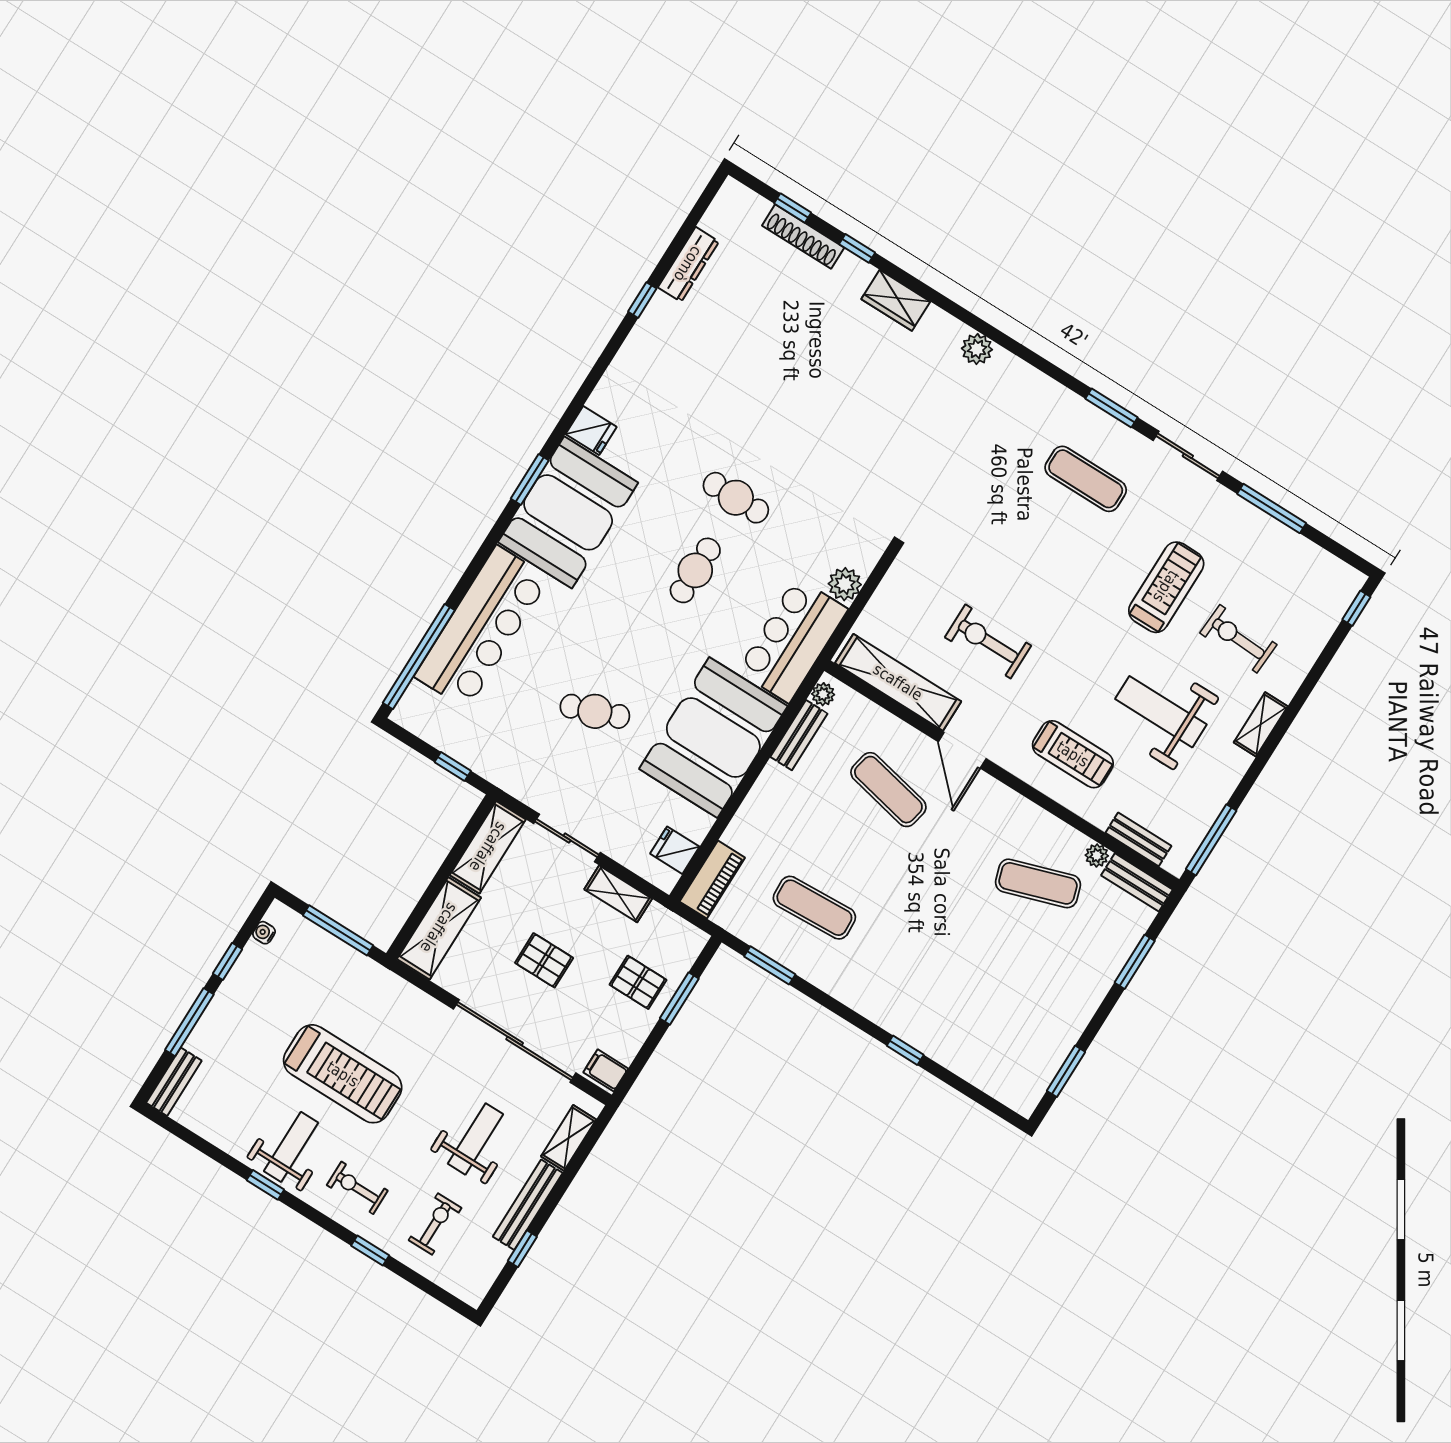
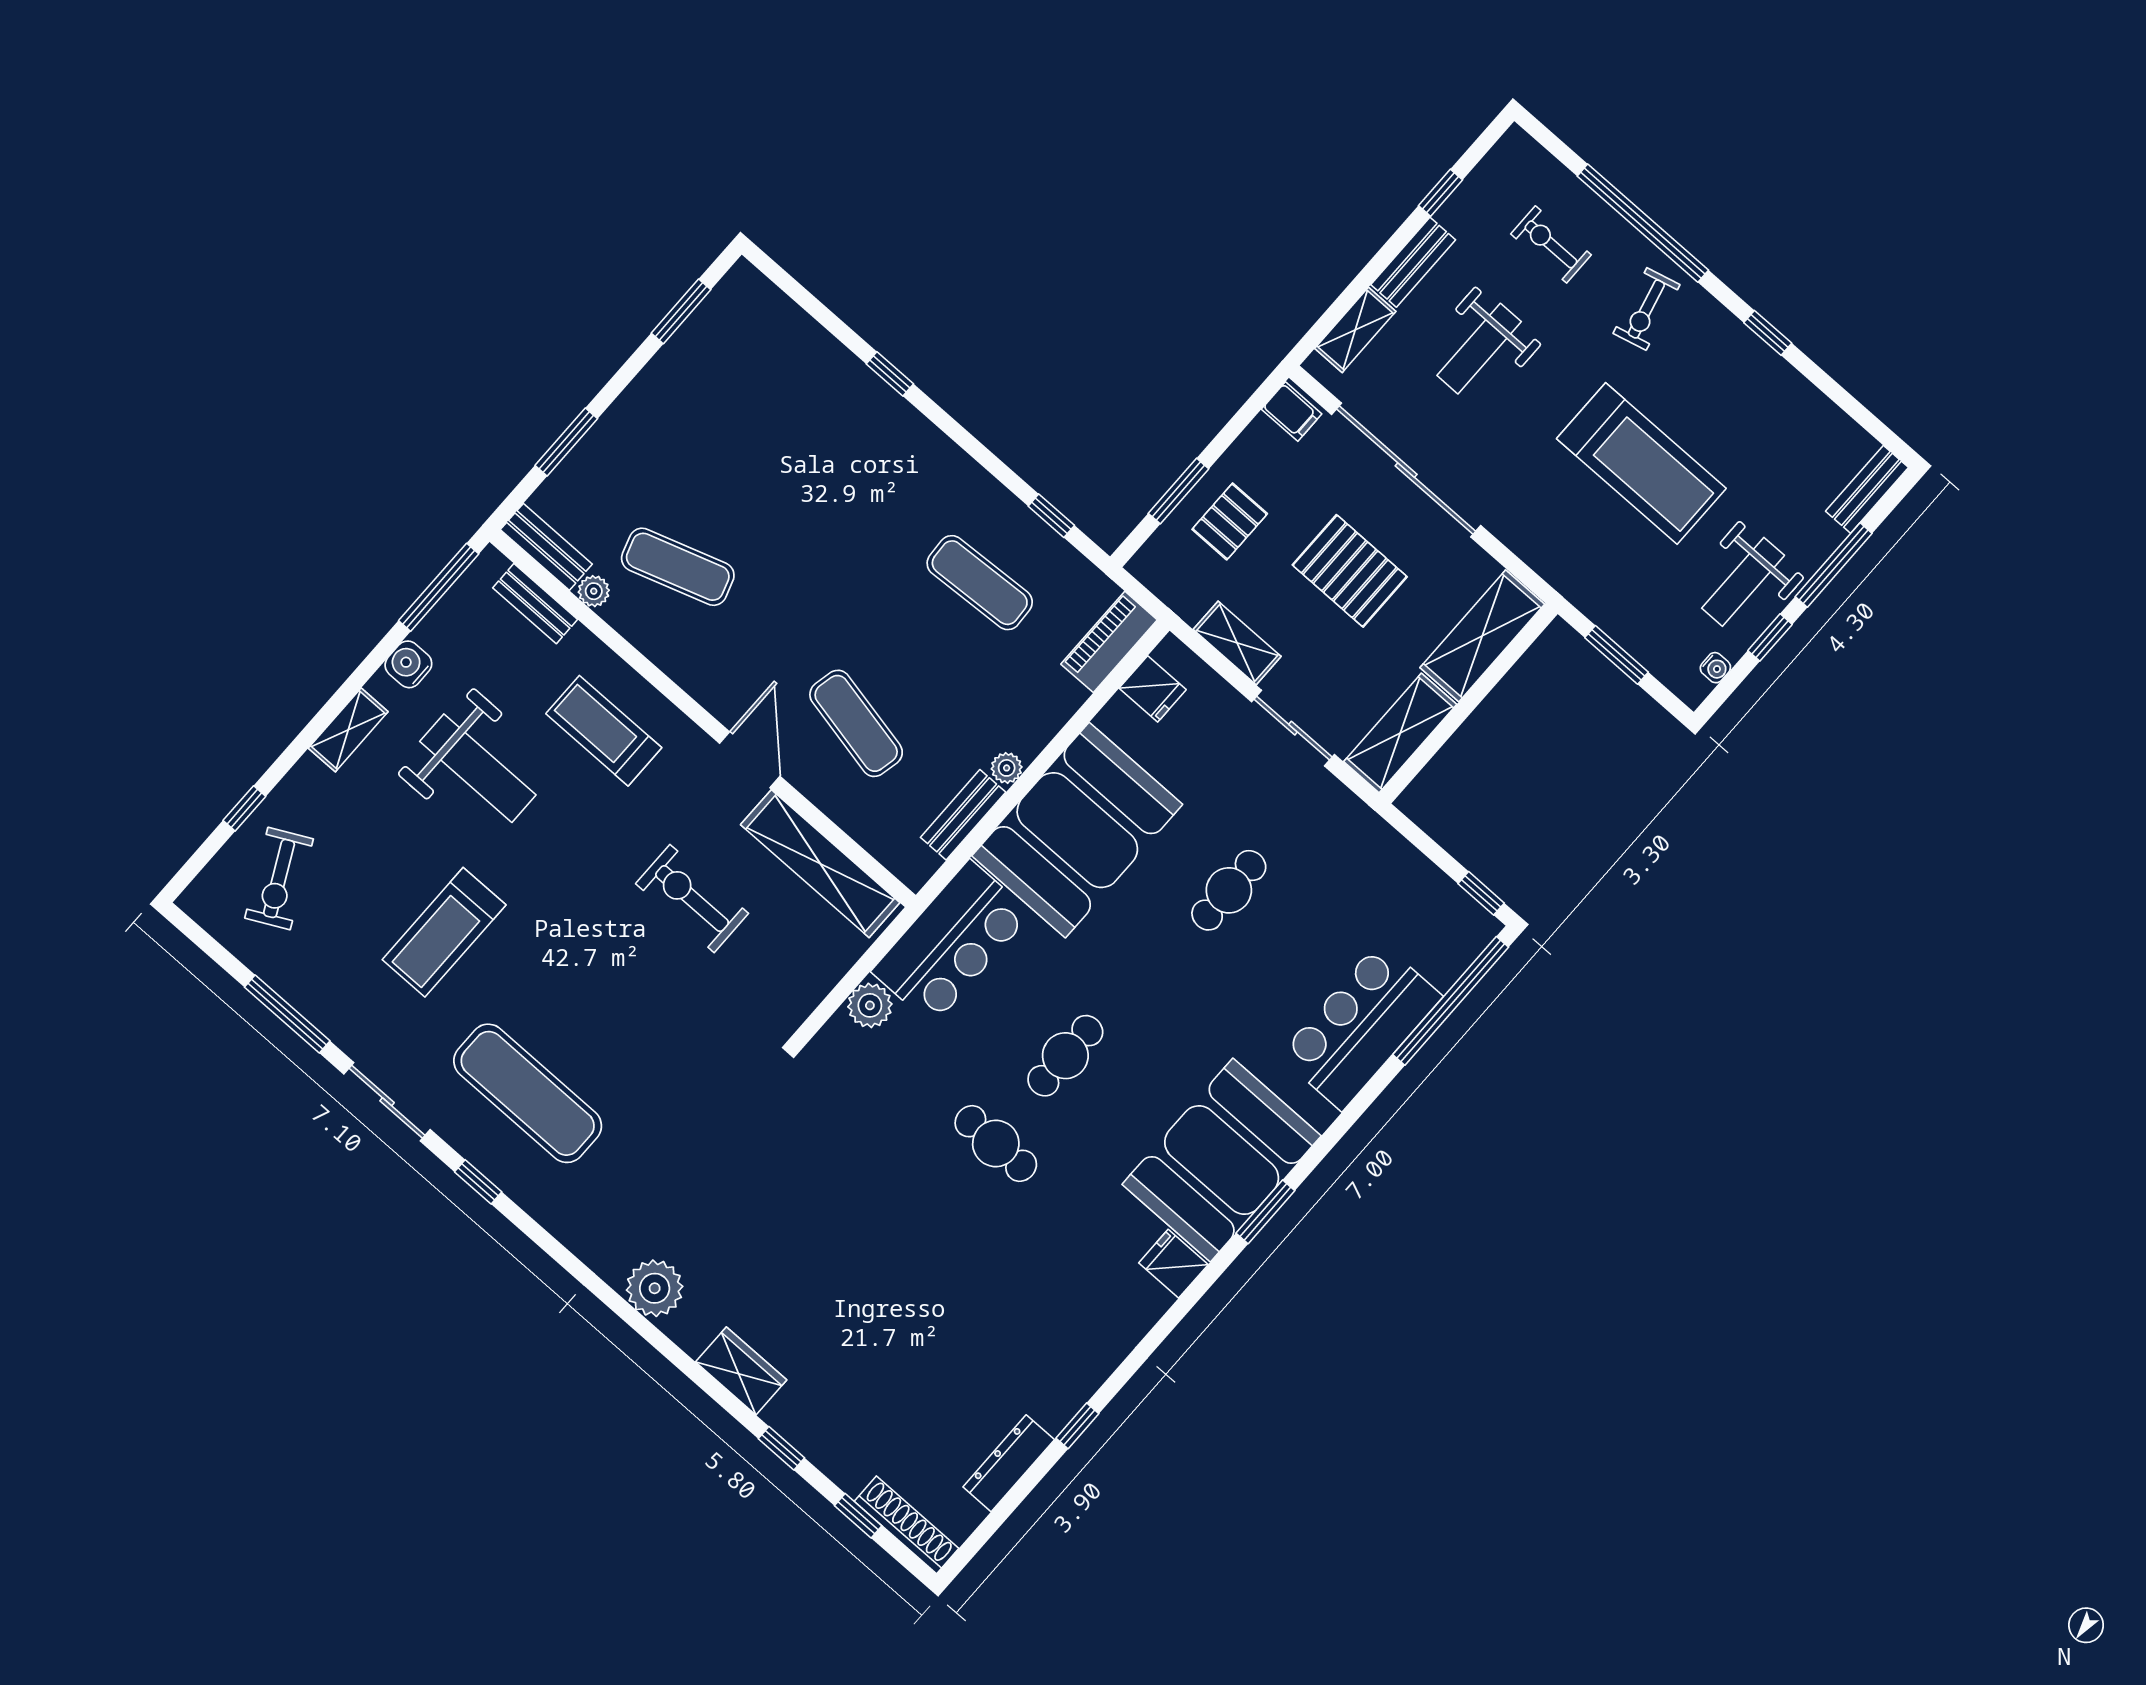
shoe rack: (803, 237) -> (907, 1525), moved
plant: (977, 349) -> (655, 1288), width x1.36, depth x1.36
window: (1111, 408) -> (478, 1182), width x0.67
exercise mat: (1086, 479) -> (528, 1093), width x1.36, depth x1.45
window: (1356, 608) -> (244, 808), moved
bar counter: (482, 627) -> (1361, 1026), width x0.73
exercise bike: (1238, 639) -> (279, 878), moved, turned 60
exercise bike: (988, 641) -> (692, 899), turned 180
plant: (823, 694) -> (1007, 768), moved
cafe table: (595, 711) -> (1229, 890), turned -70
window: (453, 766) -> (1481, 893), moved
water cooler: (1224, 780) -> (408, 664), added
window: (338, 930) -> (1617, 655), width x0.69
pallet: (544, 960) -> (1350, 571), width x1.50, depth x1.42
window: (770, 965) -> (1051, 516), width x0.67
pallet: (638, 982) -> (1230, 521), turned 90
treadmill: (343, 1074) -> (1641, 464), turned 180
weight bench: (291, 1147) -> (1743, 582), moved
exercise bike: (357, 1188) -> (1646, 309), turned 76
bench: (528, 1205) -> (1413, 262), width x0.73
exercise bike: (435, 1224) -> (1551, 244), turned 90
window: (370, 1251) -> (1643, 223), width x3.17

